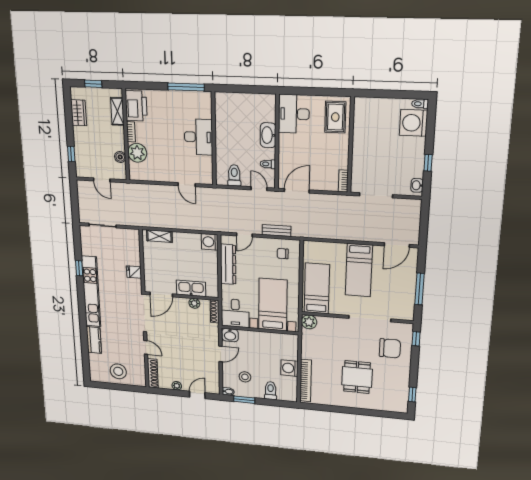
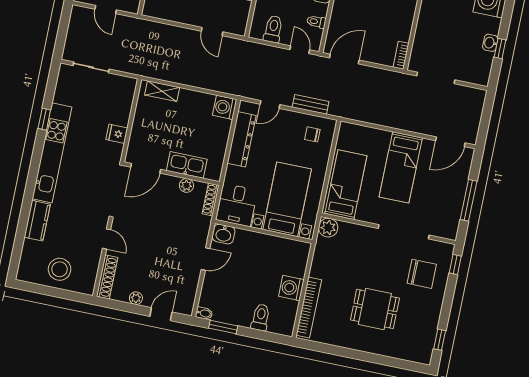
washbasin: (417, 185) -> (490, 43), moved
stool: (245, 377) -> (231, 294), removed
dining table: (357, 377) -> (375, 309), turned 90

